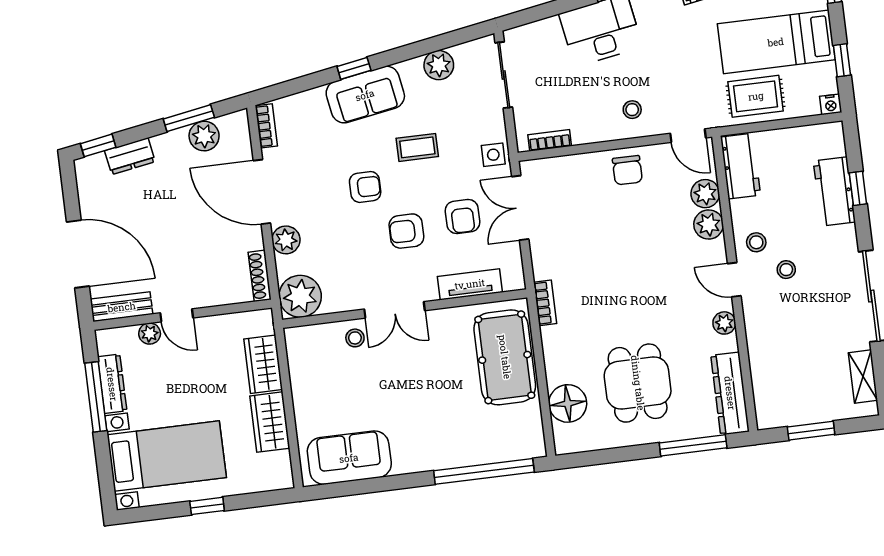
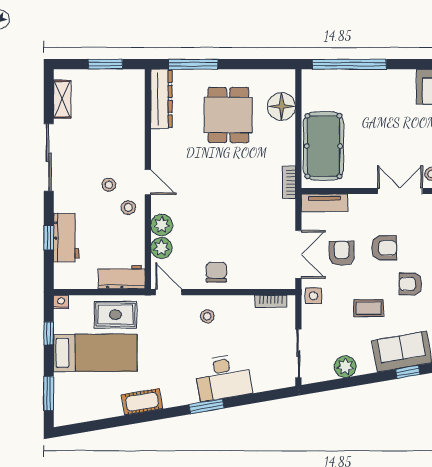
workbench: (741, 166) -> (122, 277), moved, turned 90
tv unit: (470, 284) -> (325, 203), moved
plant: (724, 323) -> (159, 151), removed

